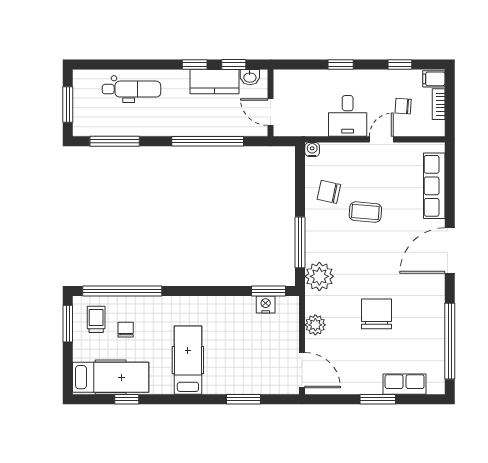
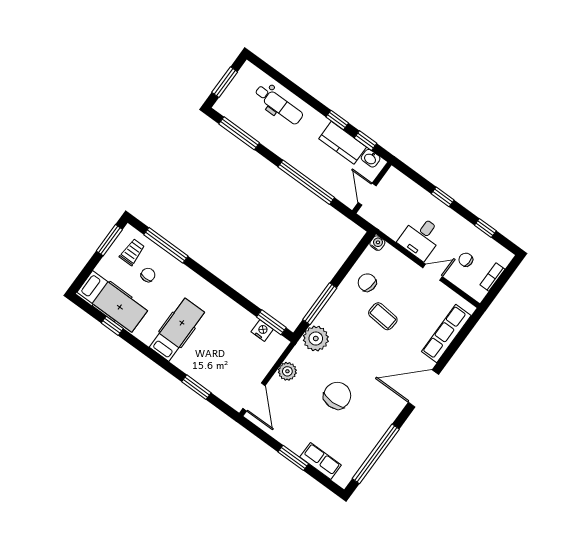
filing cabinet: (434, 79) -> (502, 256), removed
window: (122, 291) -> (166, 245), width x0.68

